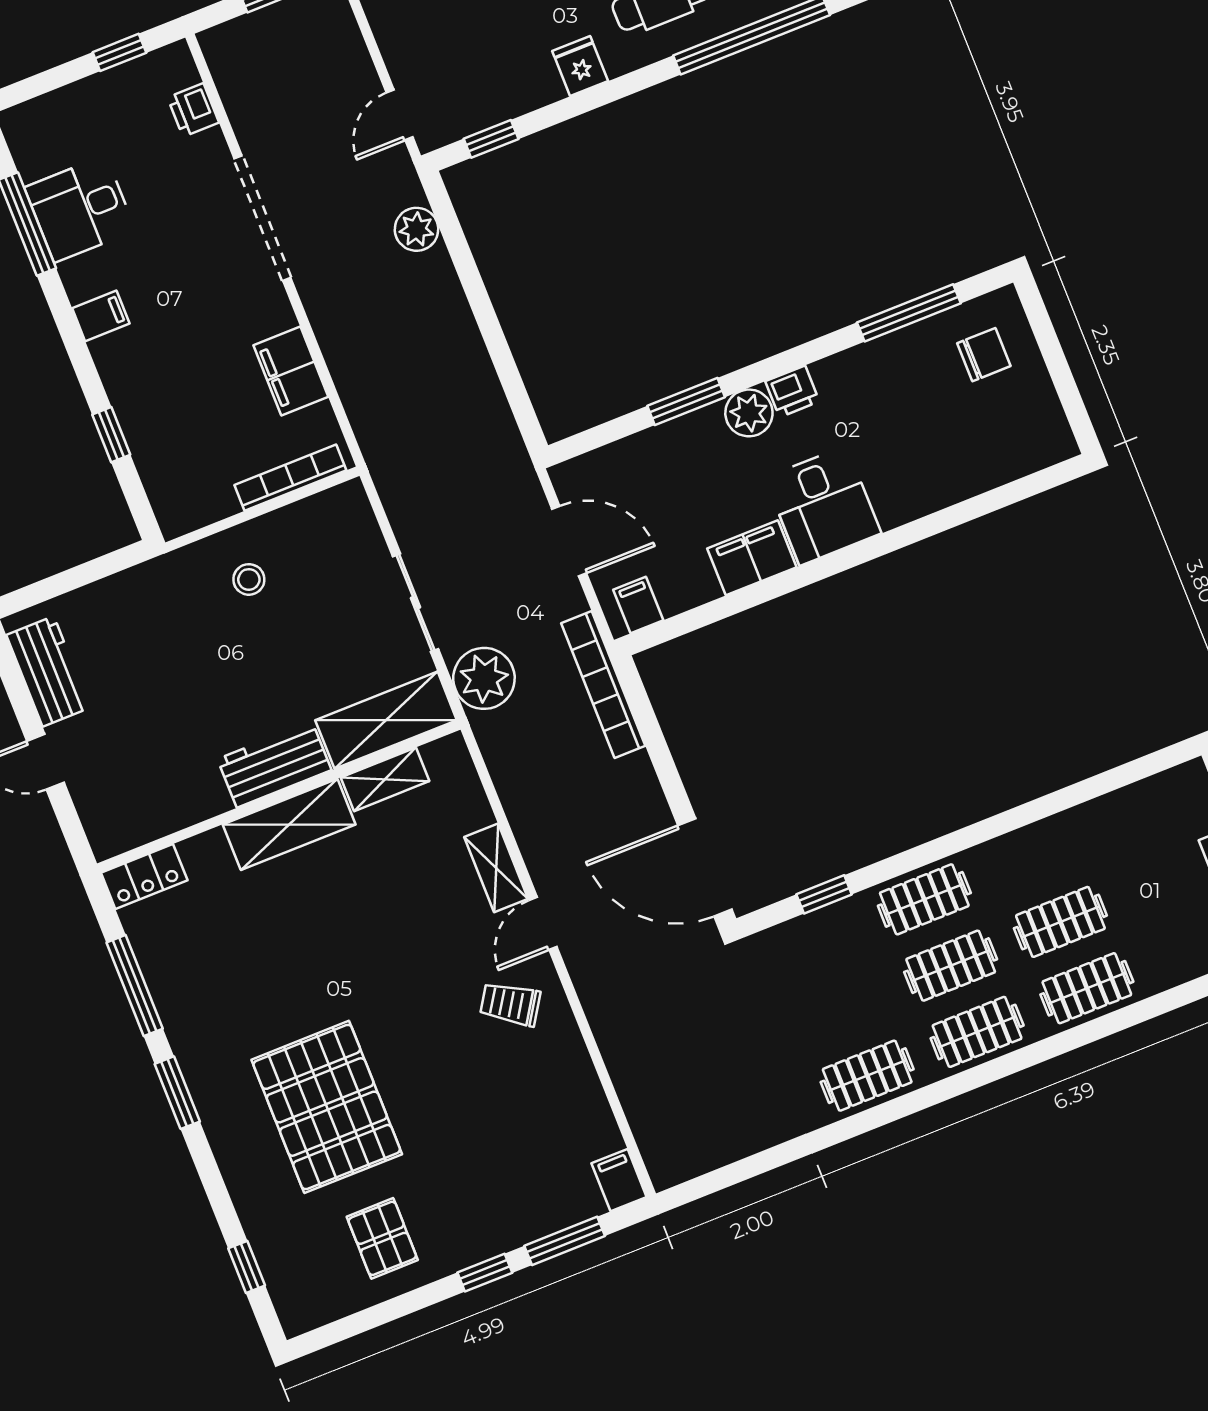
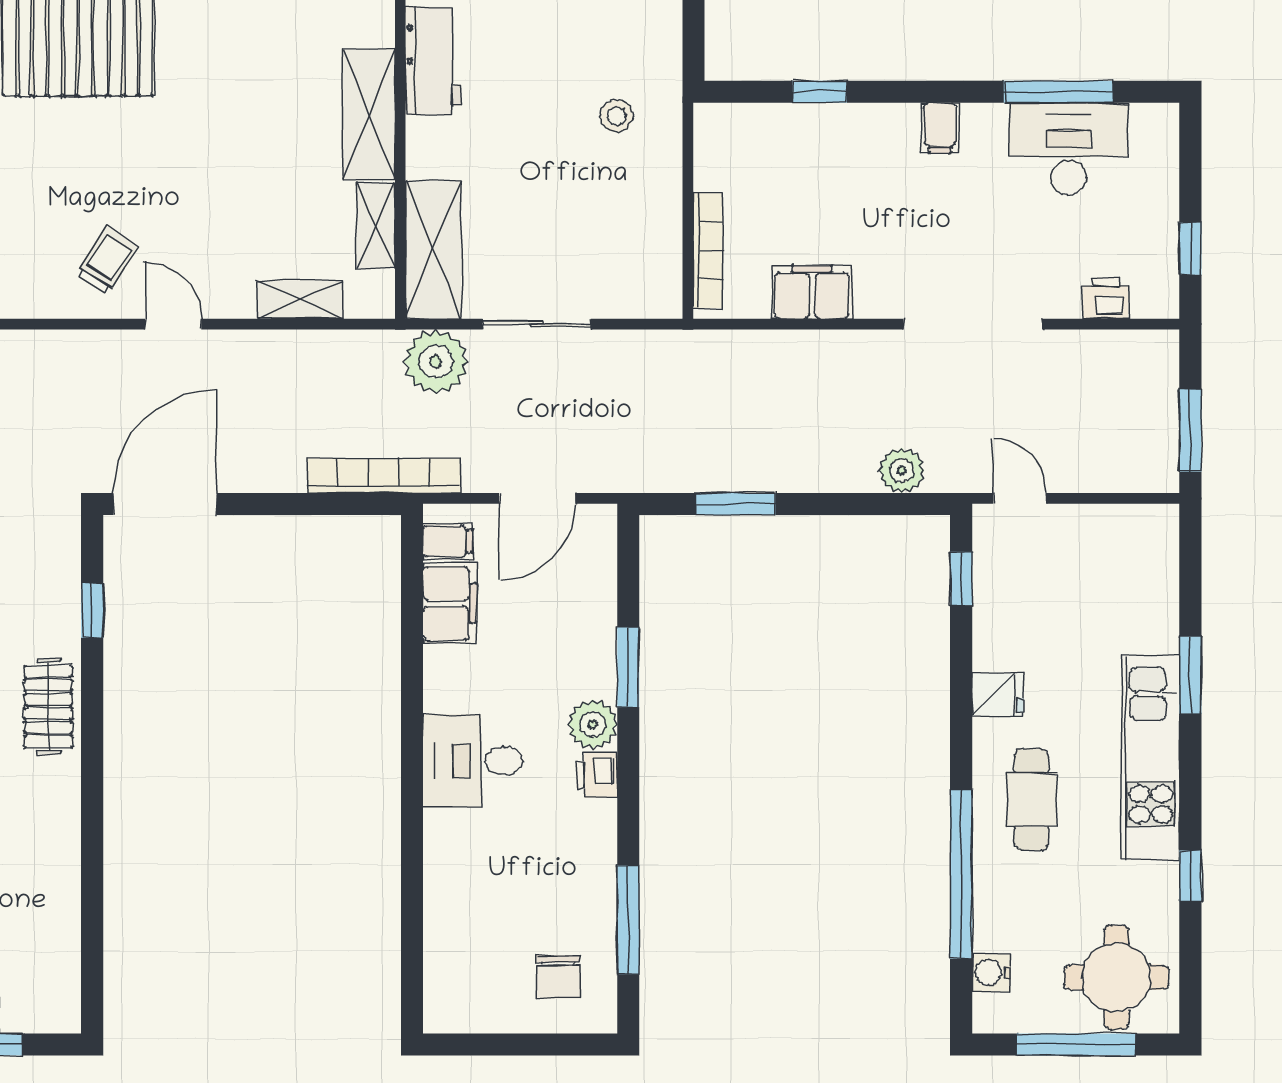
desk: (80, 209) -> (1069, 149), width x1.37
window: (505, 364) -> (736, 504), added
filing cabinet: (752, 558) -> (450, 603), moved
stool: (249, 579) -> (617, 116), moved
workbench: (274, 765) -> (433, 61), moved
shelving: (496, 868) -> (300, 300), moved

